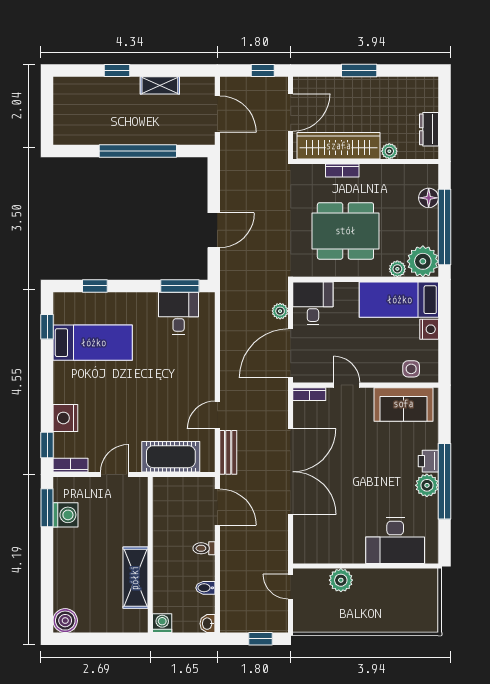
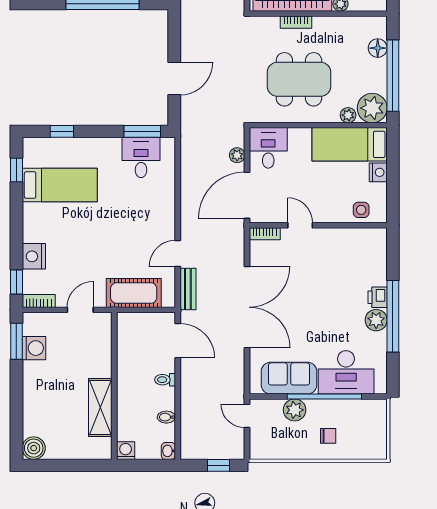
sofa: (403, 404) -> (289, 378), moved, turned 180
window: (372, 566) -> (324, 396), added
chair: (376, 608) -> (328, 436), added

